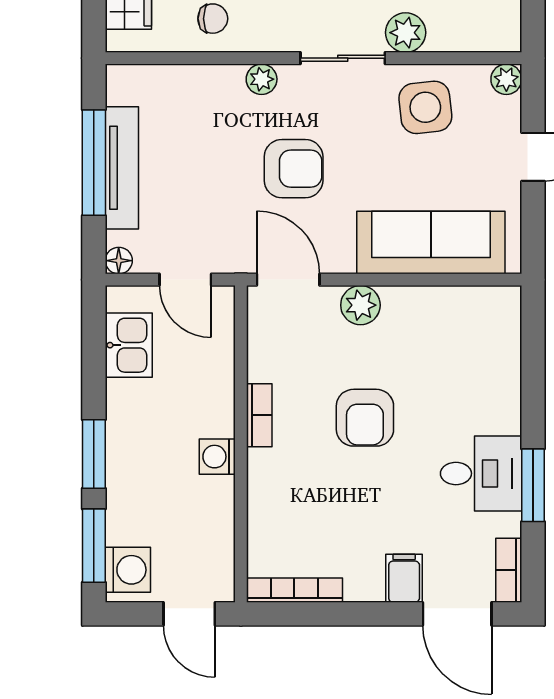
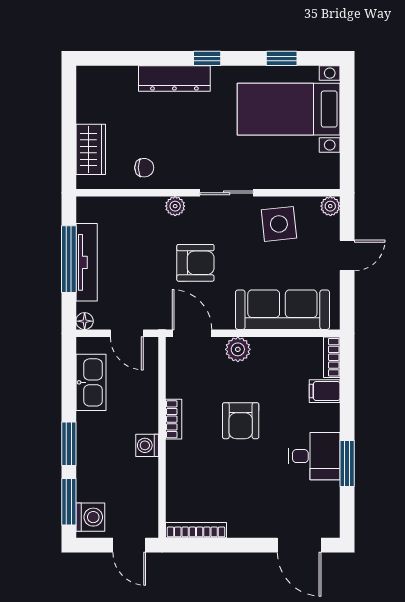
plant: (406, 33) -> (266, 177), removed
kitchen sink: (129, 345) -> (91, 382), width x1.38
bookcase: (509, 570) -> (332, 357), moved
filing cabinet: (404, 578) -> (325, 391), moved, turned -90

